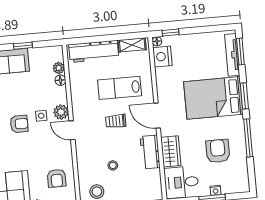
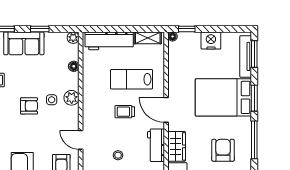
nightstand: (162, 57) -> (211, 41), moved, turned 90
plant: (59, 68) -> (73, 38), moved
door: (72, 130) -> (81, 140), moved

